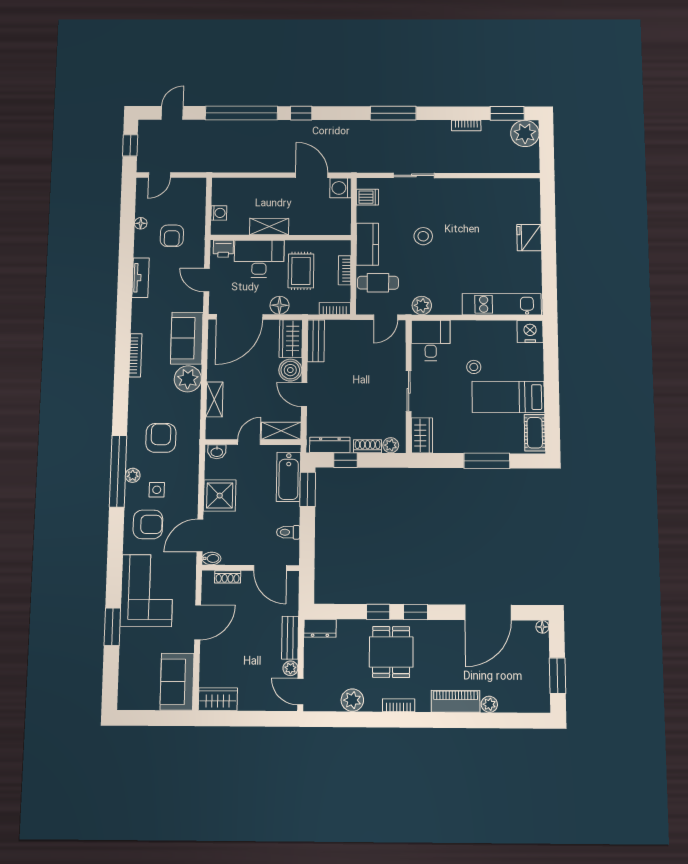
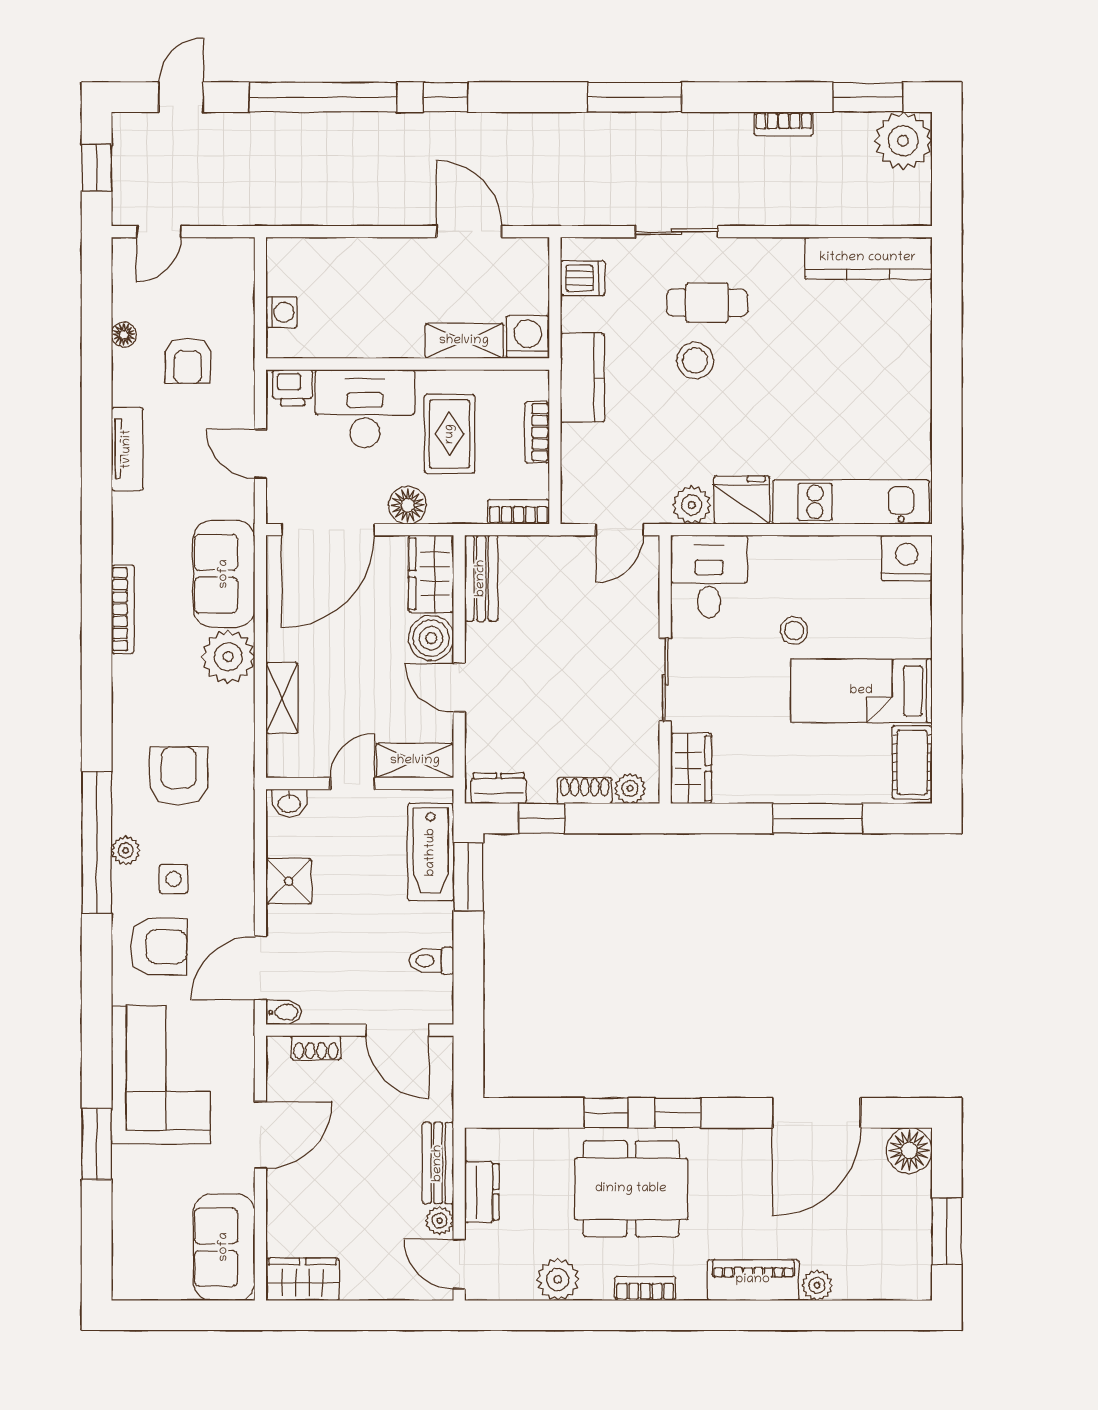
washing machine: (341, 188) -> (528, 337), moved, turned 90
kitchen counter: (509, 188) -> (868, 258), added
shelving: (269, 227) -> (464, 341), moved
fridge: (529, 238) -> (742, 500), moved, turned 90
cafe table: (378, 283) -> (707, 303), moved
dresser: (330, 445) -> (499, 788), width x0.70
shower: (220, 496) -> (289, 881), width x0.73, depth x0.73
floor lamp: (542, 627) -> (909, 1150), width x1.89, depth x1.89
dresser: (320, 628) -> (482, 1192), moved, turned -90
dining table: (391, 652) -> (631, 1189), width x1.38

